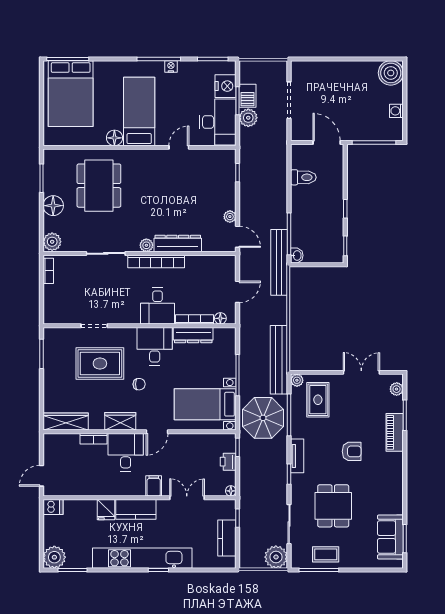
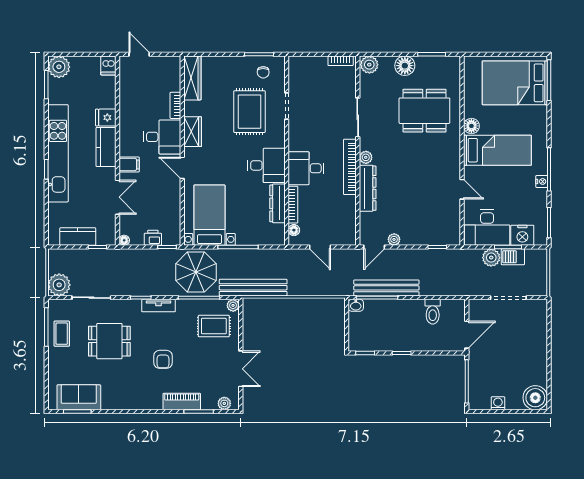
bench: (279, 262) -> (386, 288), moved
chair: (139, 384) -> (263, 72), moved

